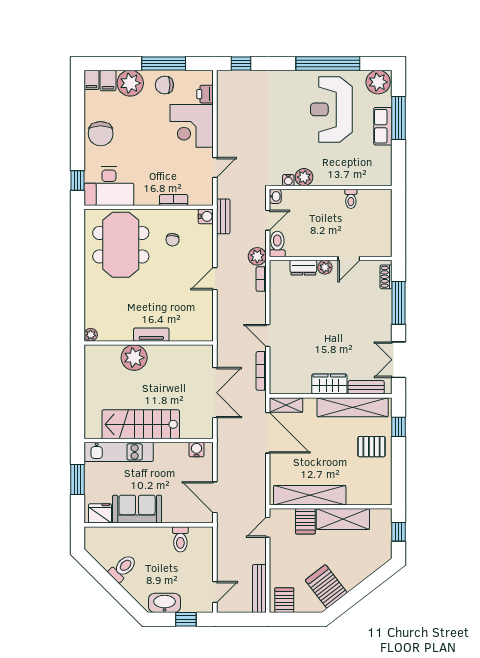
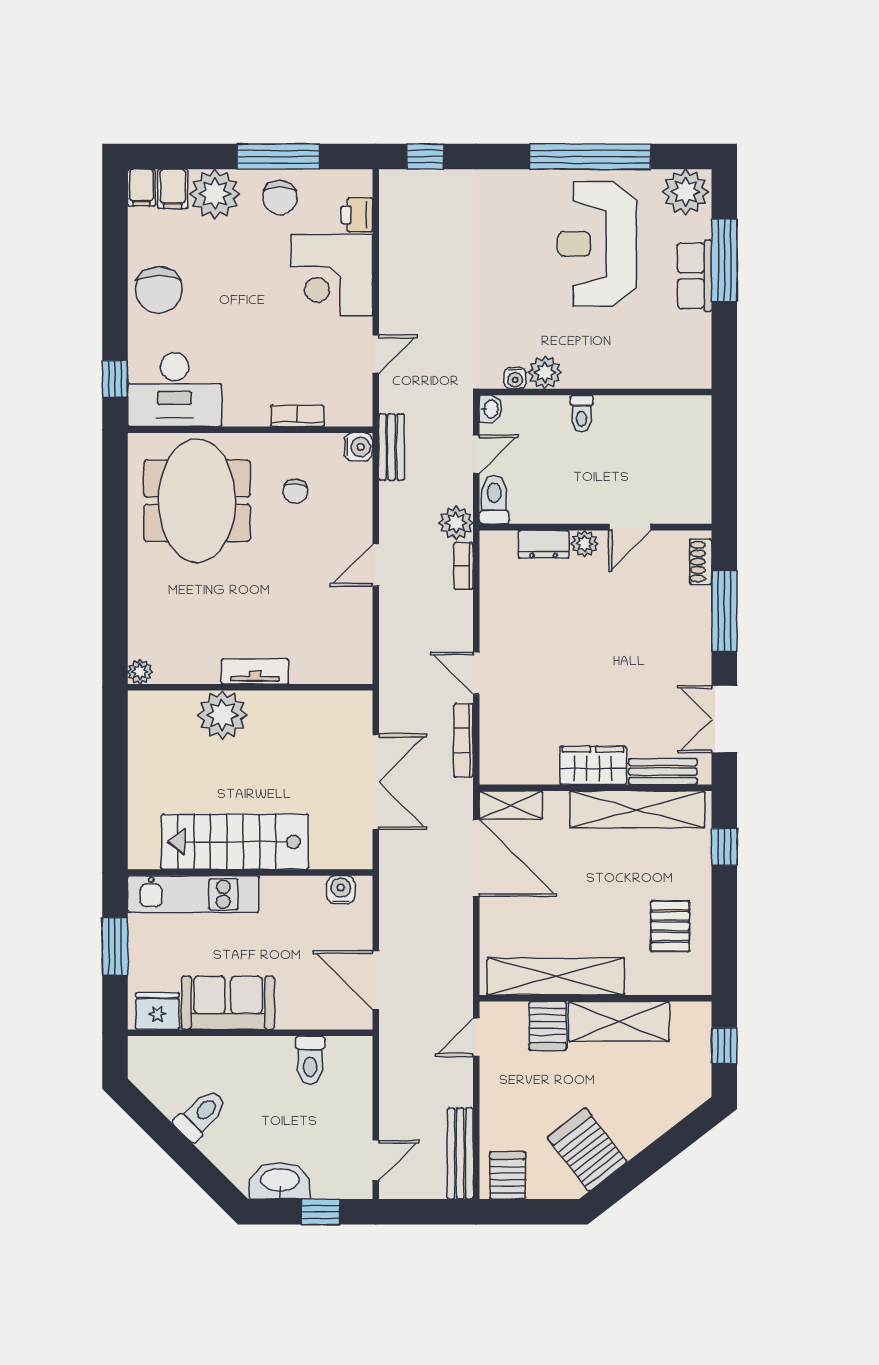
chair: (164, 85) -> (280, 197), turned -90
toilet: (351, 199) -> (581, 414), moved
pallet: (372, 447) -> (670, 926), moved, turned 90

